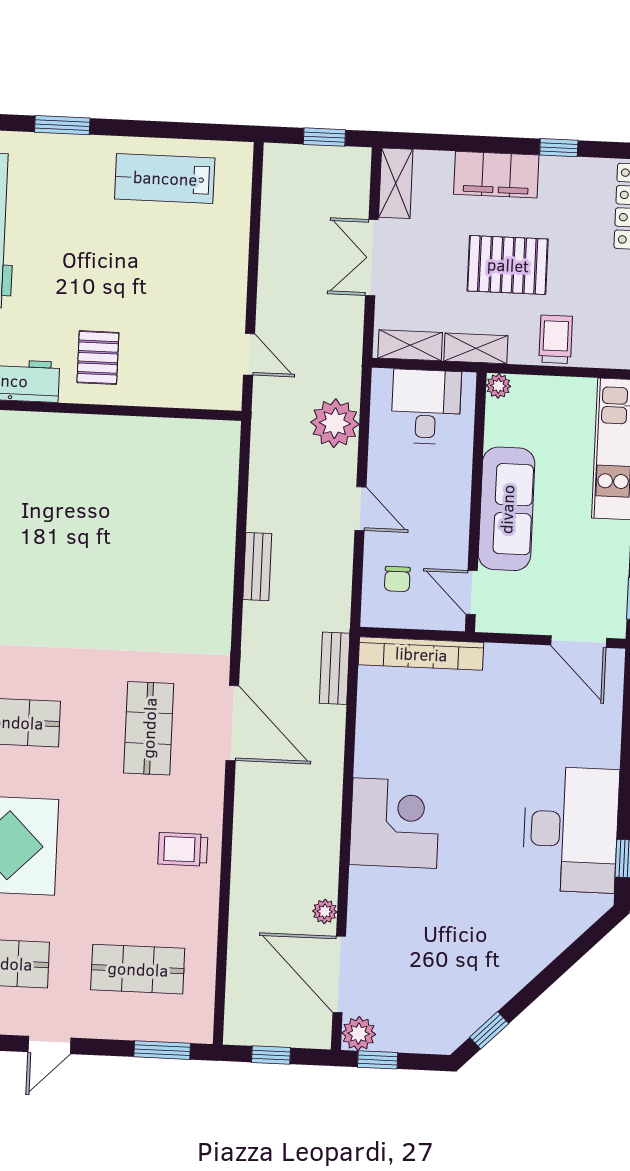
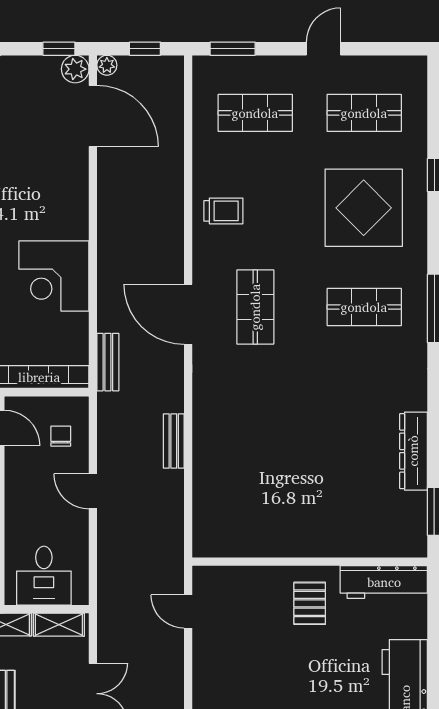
plant: (335, 423) -> (117, 559), removed
corner desk: (395, 823) -> (54, 276), moved
plant: (325, 911) -> (107, 65), moved

